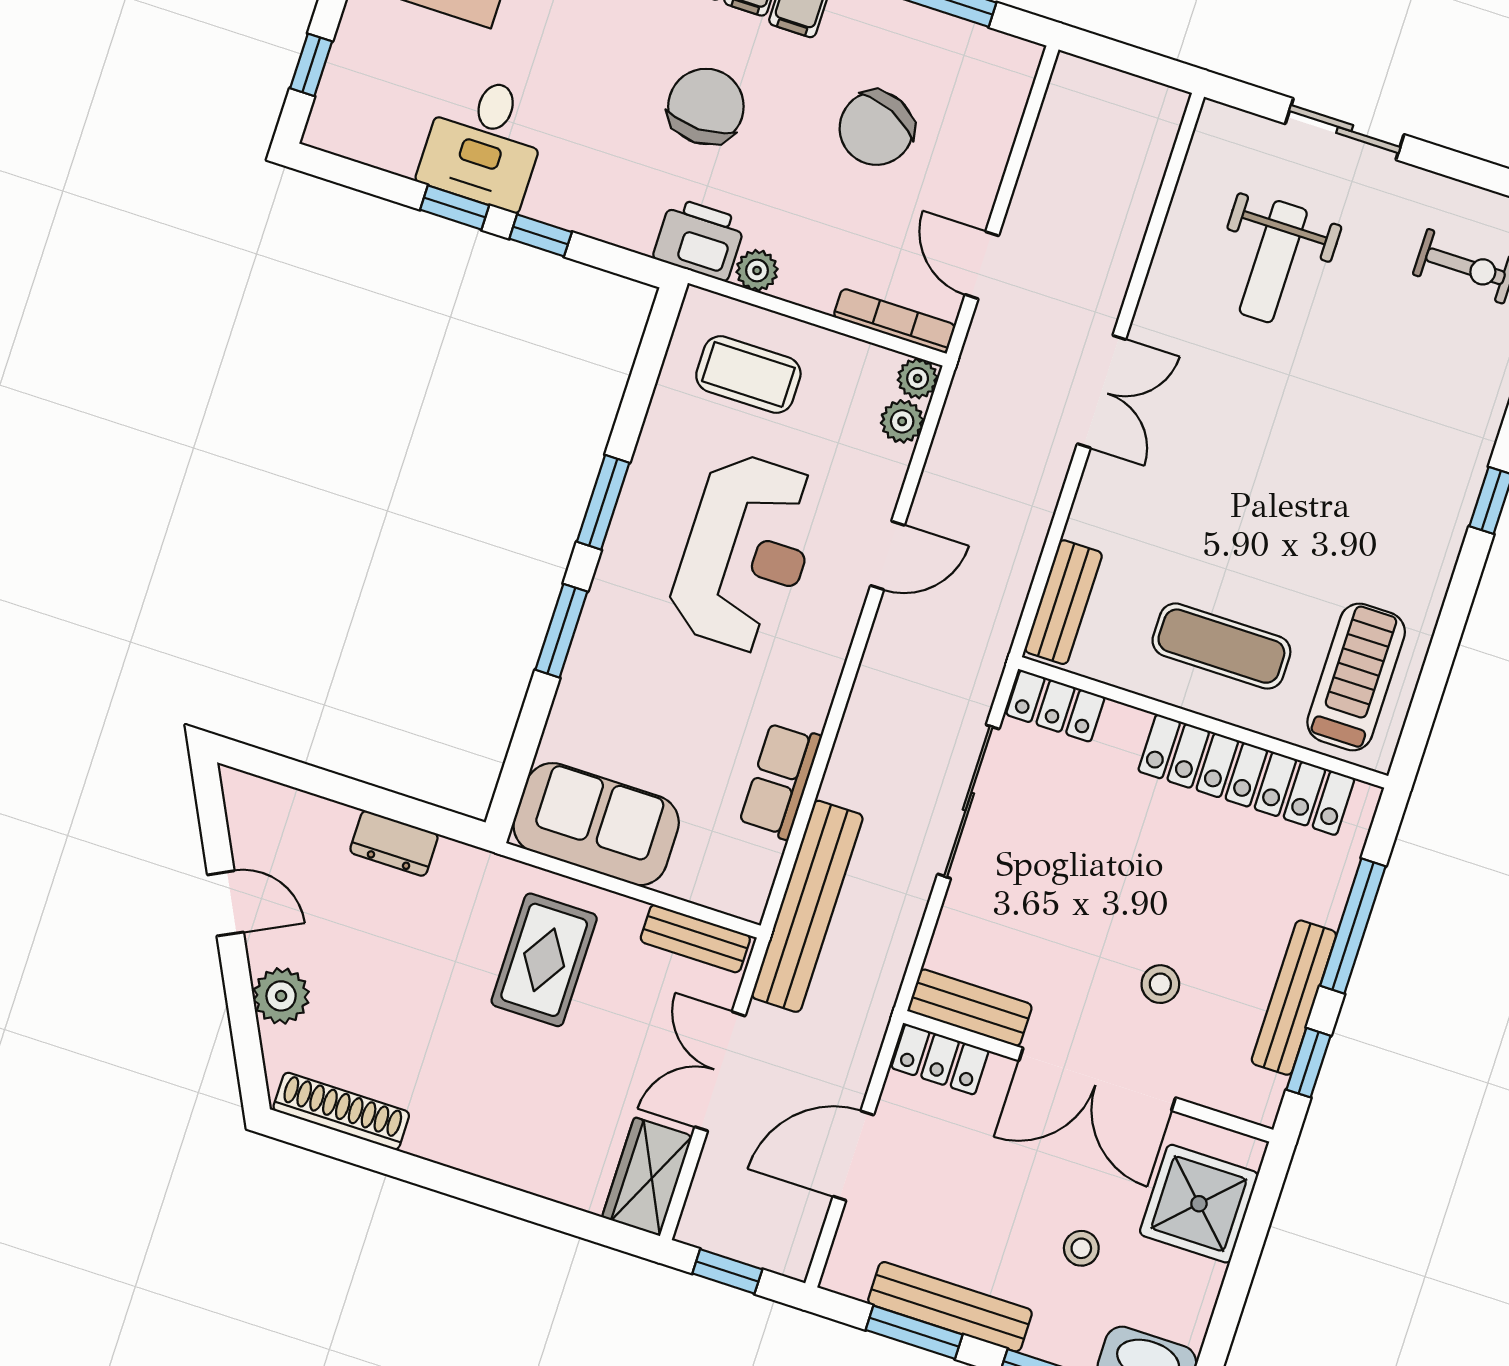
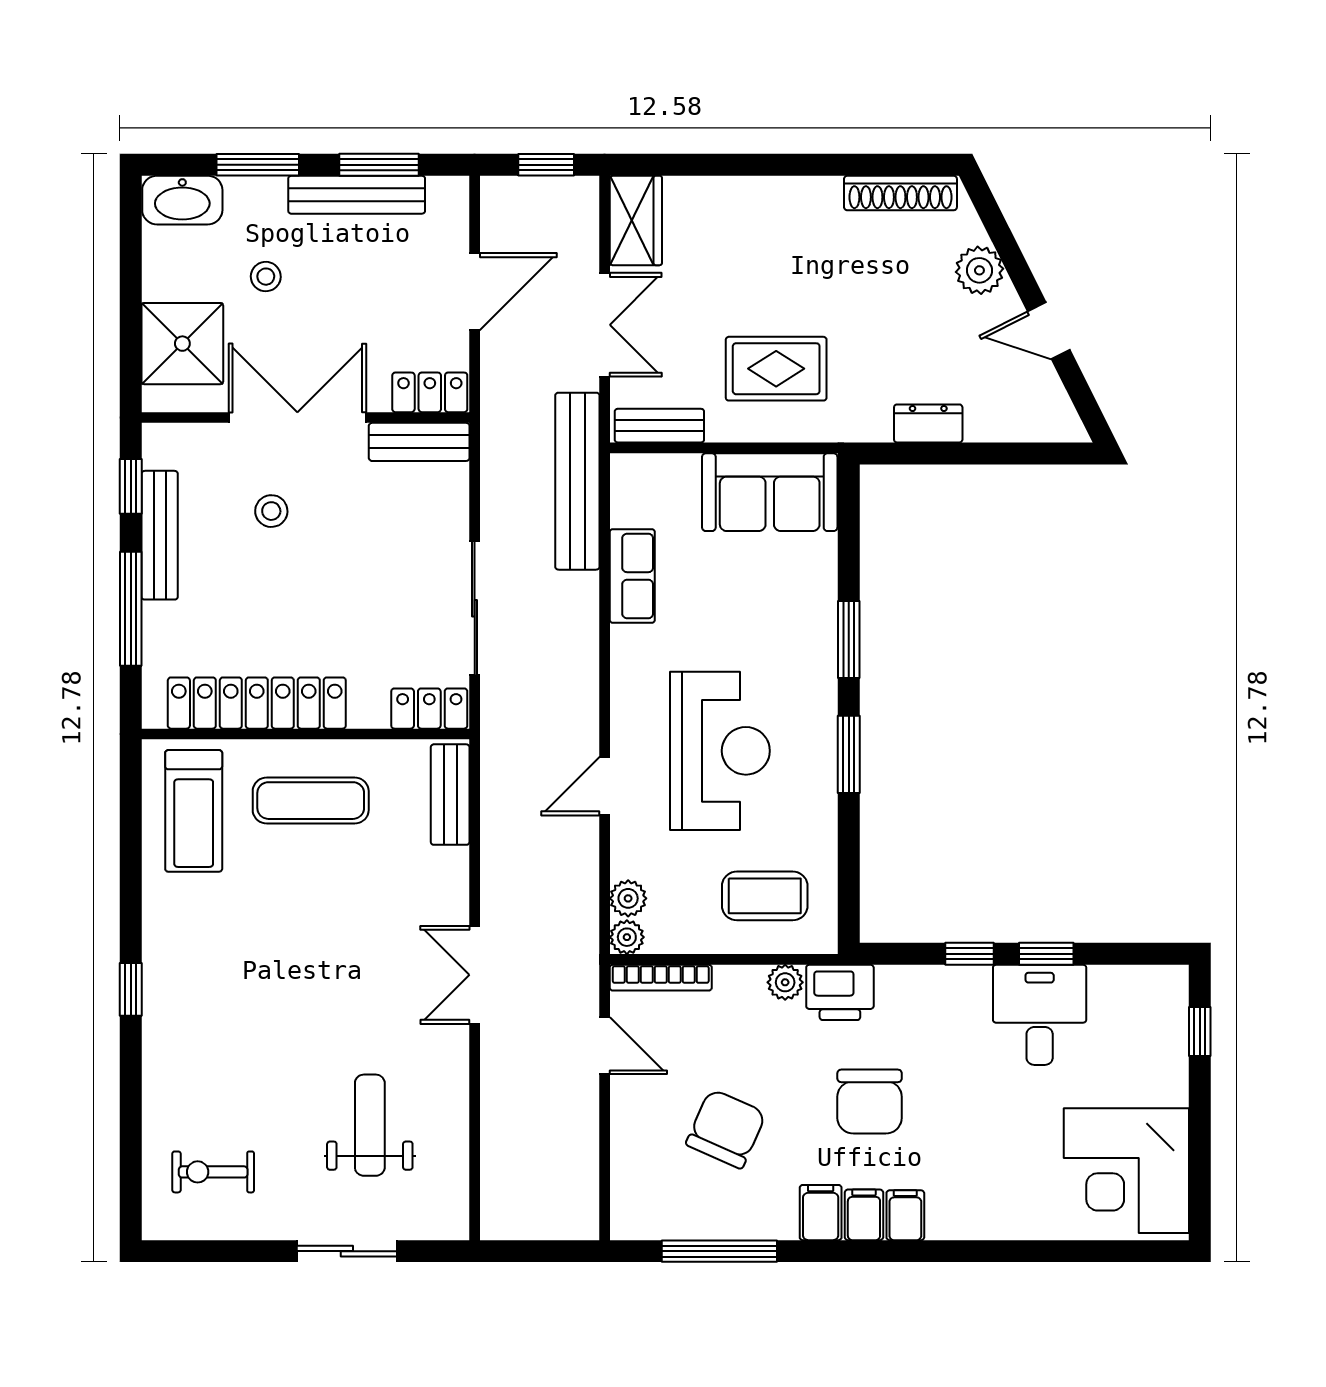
reception desk: (746, 553) -> (720, 751), turned 180
rug: (544, 960) -> (776, 369), turned 90

